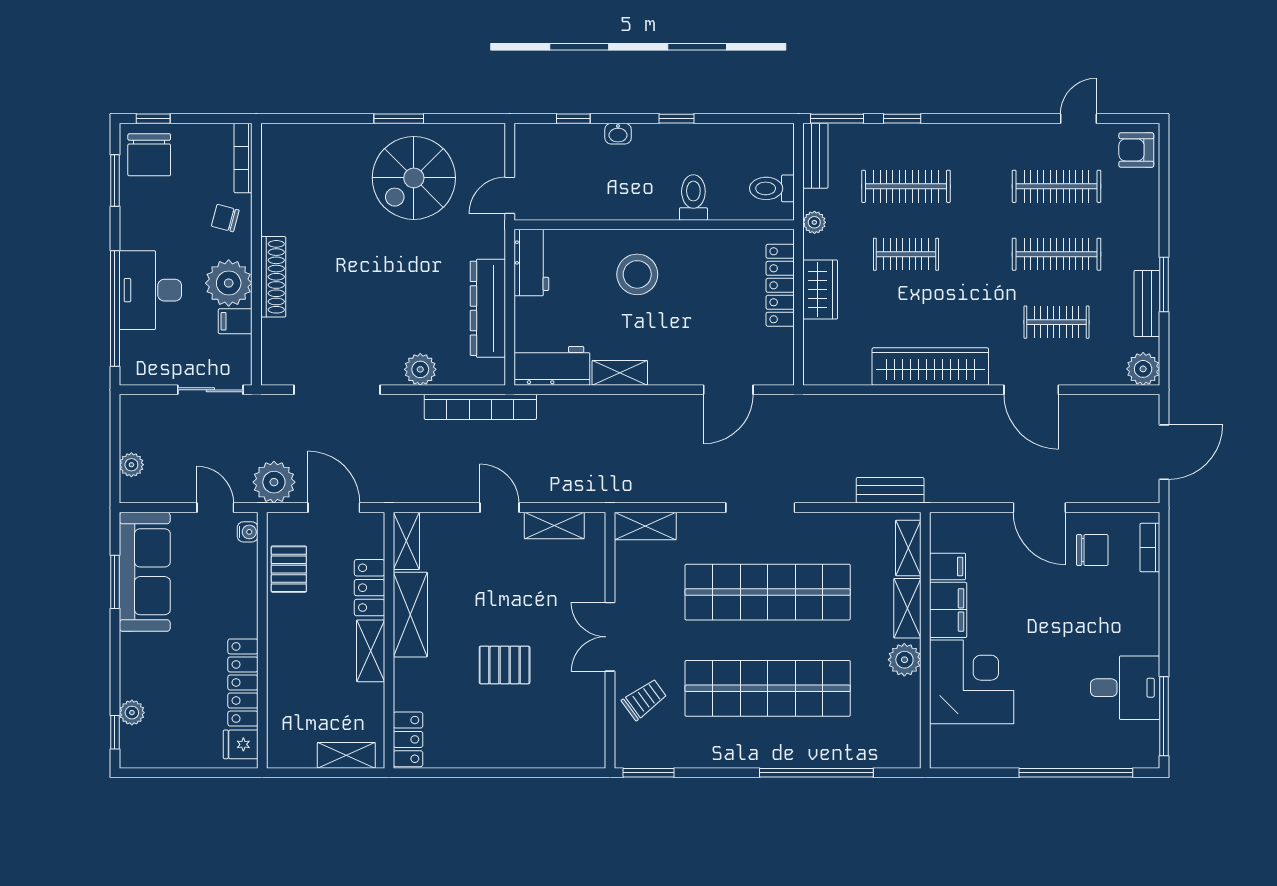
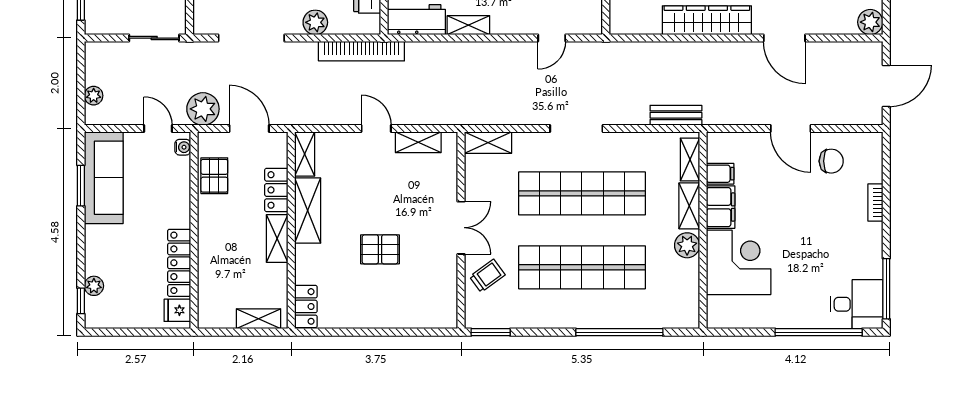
door: (728, 390) -> (552, 38), width x0.73
bookcase: (1150, 548) -> (875, 203), moved
double door: (610, 637) -> (461, 228), swing flipped
desk: (1125, 688) -> (856, 304), moved

